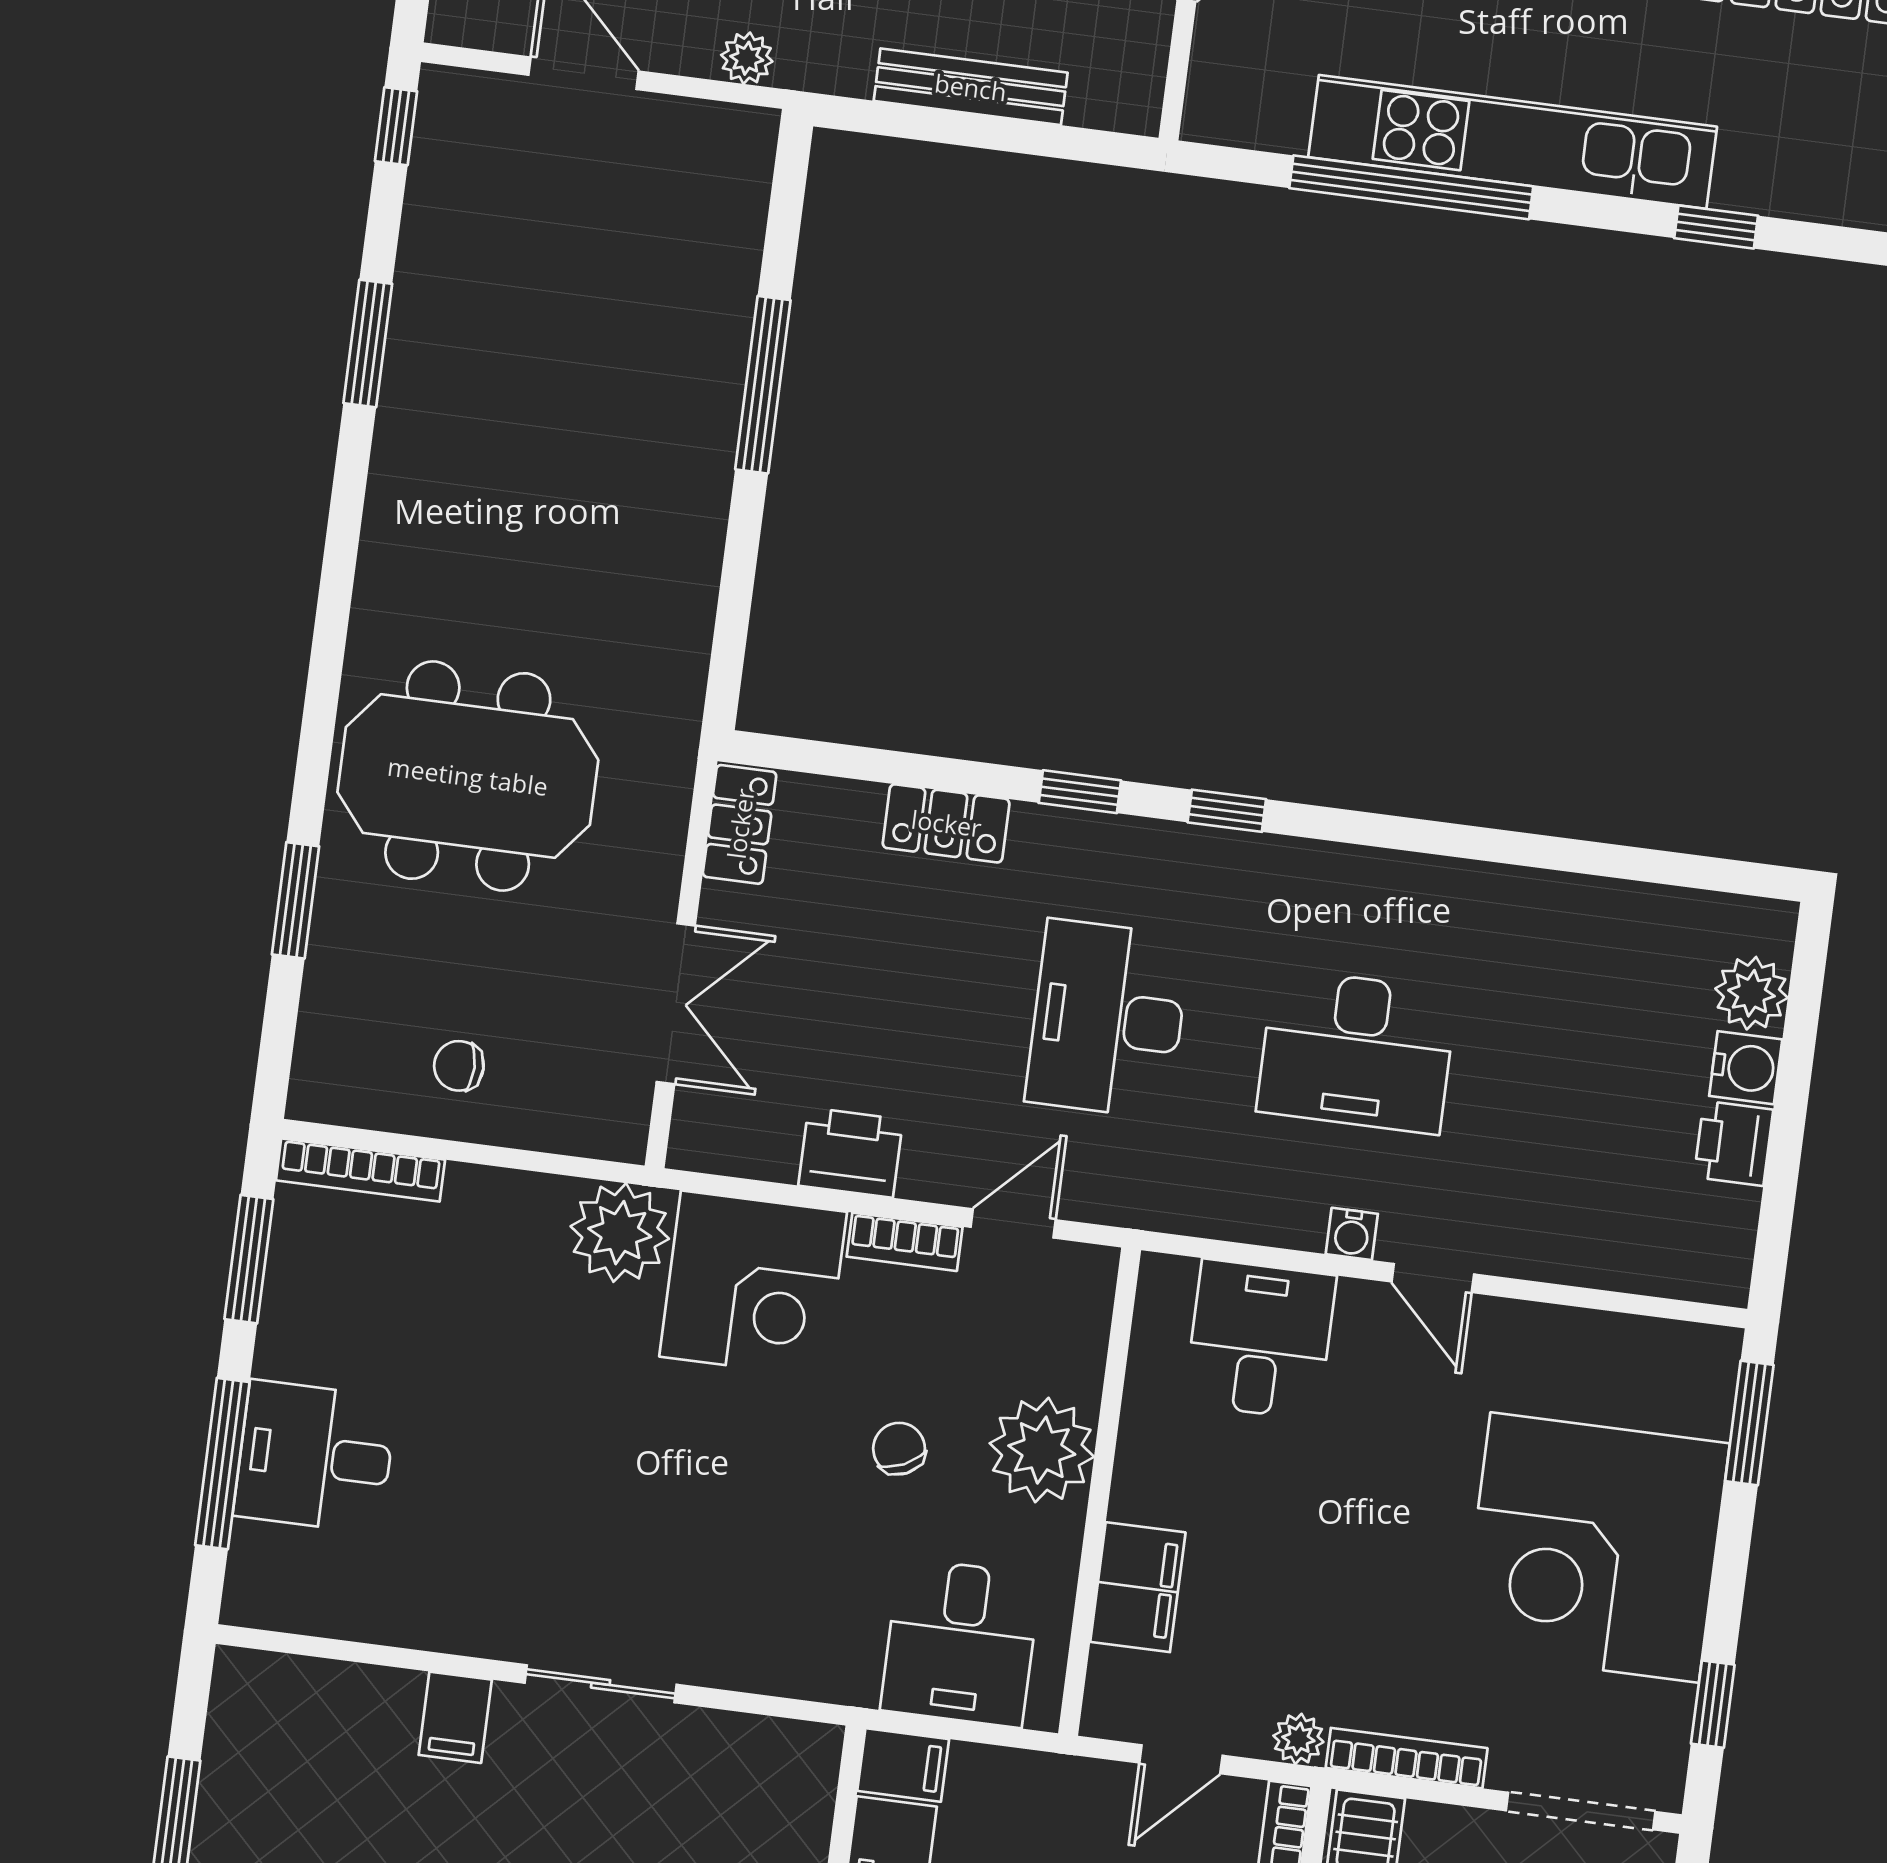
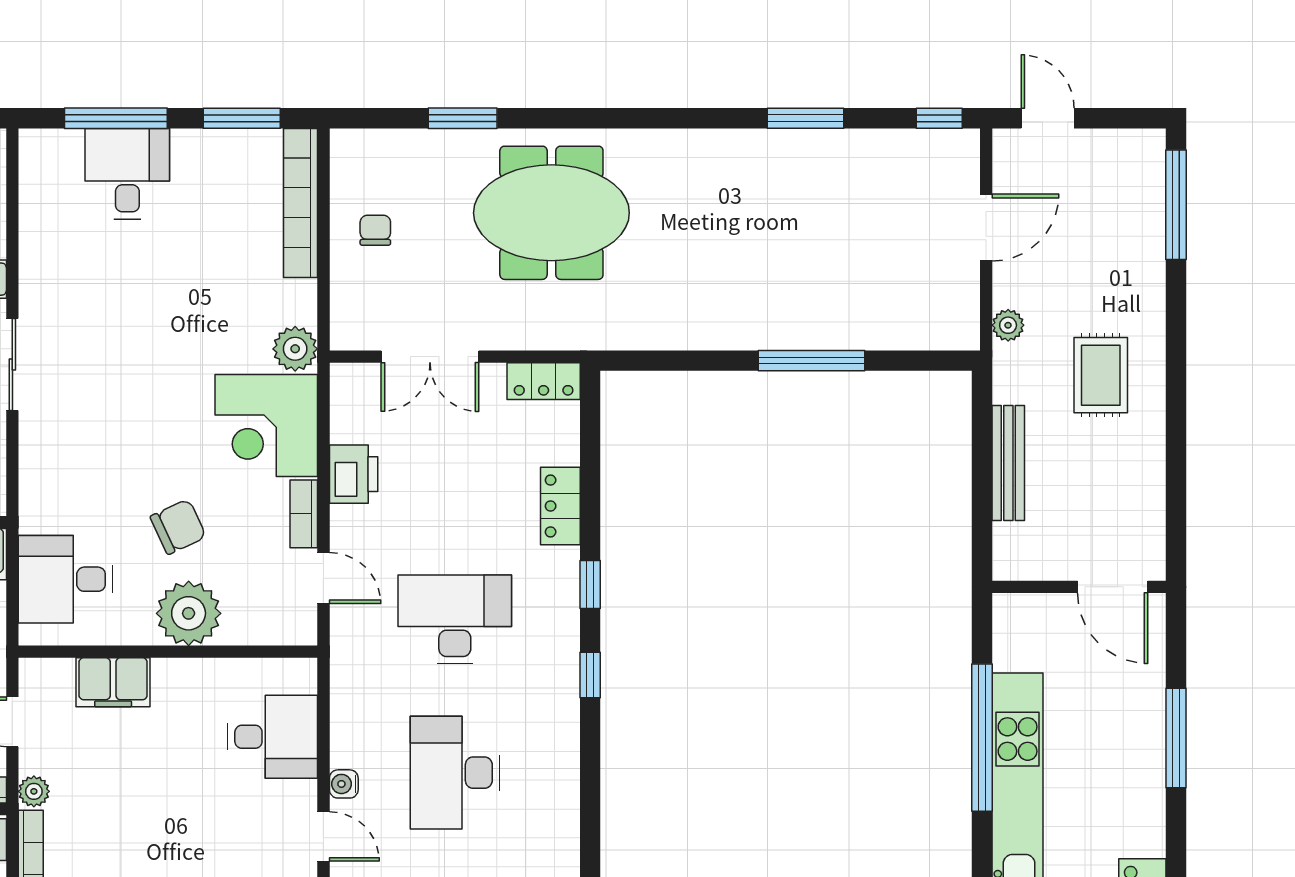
meeting table: (468, 776) -> (551, 213), turned 90
bookcase: (360, 1170) -> (300, 203), width x1.48, depth x1.31
plant: (620, 1233) -> (295, 349), width x0.73, depth x0.73
door: (1433, 1278) -> (323, 836), swing flipped
chair: (899, 1449) -> (178, 527), width x1.37, depth x1.37

